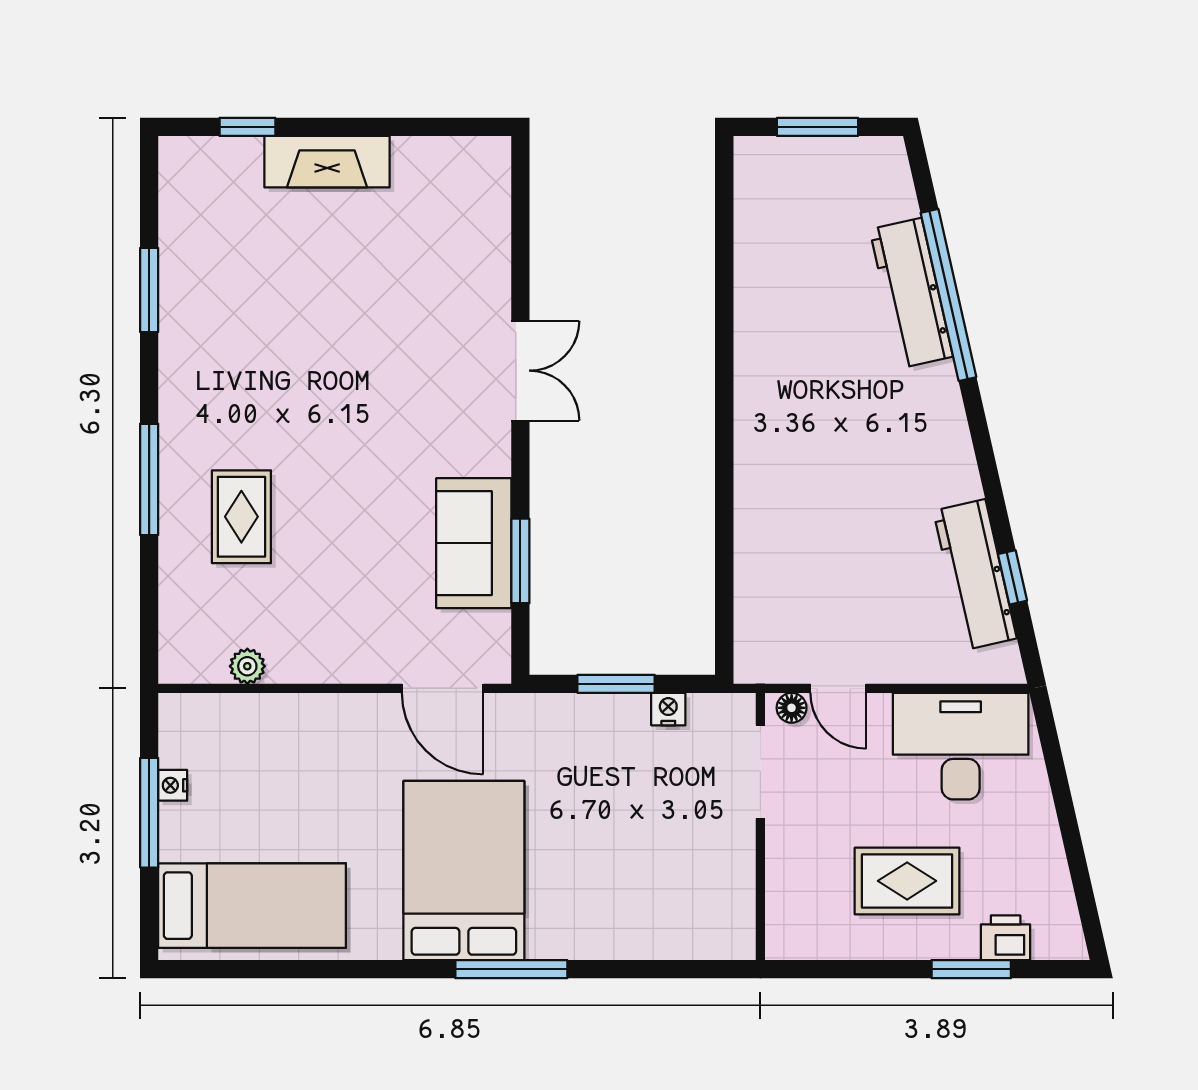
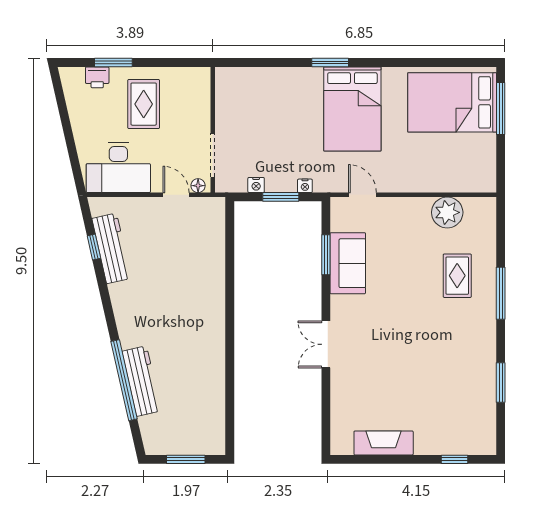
fireplace: (327, 162) -> (384, 443), moved
plant: (247, 666) -> (447, 212), width x1.88, depth x1.88
door: (443, 688) -> (362, 195), width x0.73
nightstand: (173, 785) -> (305, 186), moved, turned 90
window: (149, 813) -> (501, 108), moved
rug: (907, 881) -> (144, 104), turned 90
bed: (252, 906) -> (452, 102), width x1.50
window: (511, 969) -> (330, 62), width x0.69

